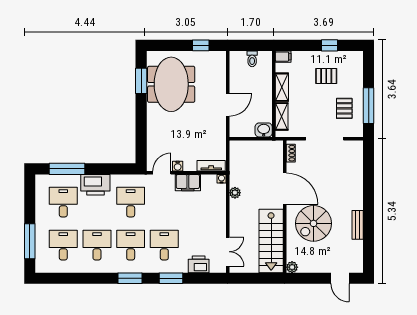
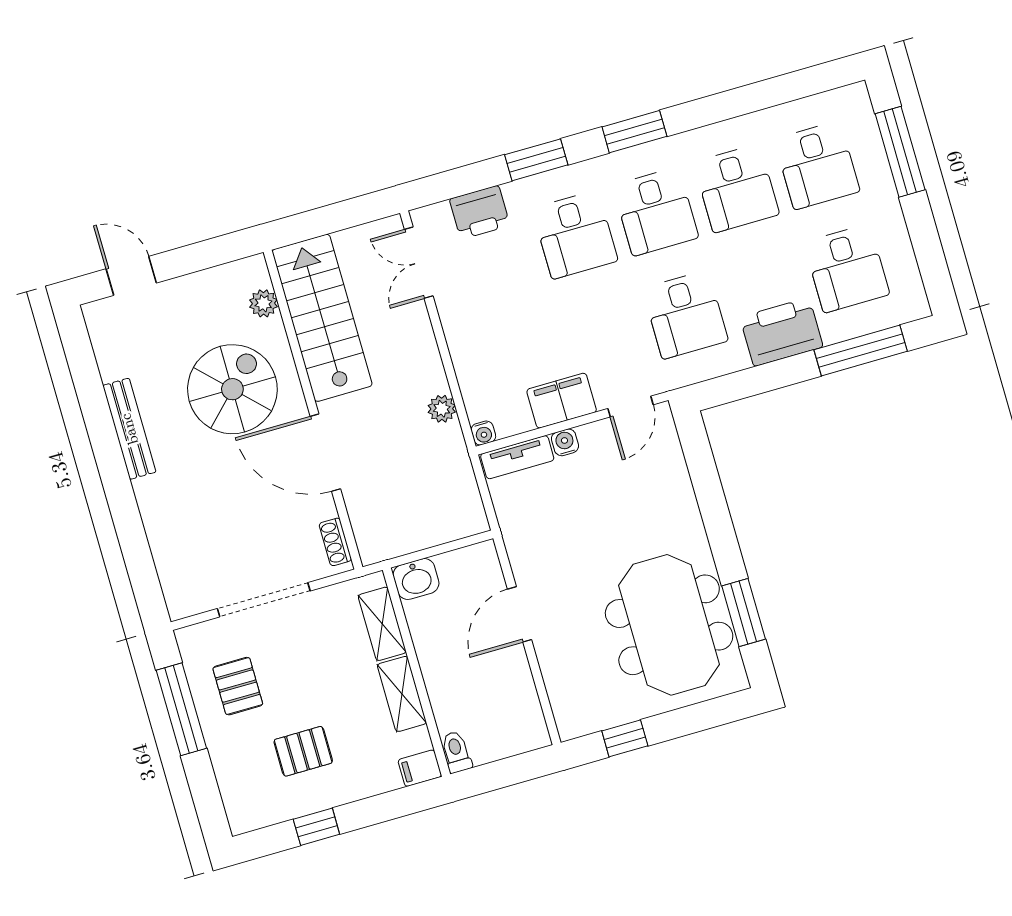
toilet: (252, 59) -> (456, 752), moved
water cooler: (178, 166) -> (565, 442), moved
bench: (358, 225) -> (129, 429), width x1.36
plant: (292, 267) -> (263, 303), moved

